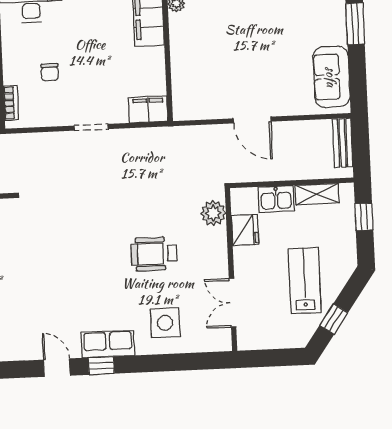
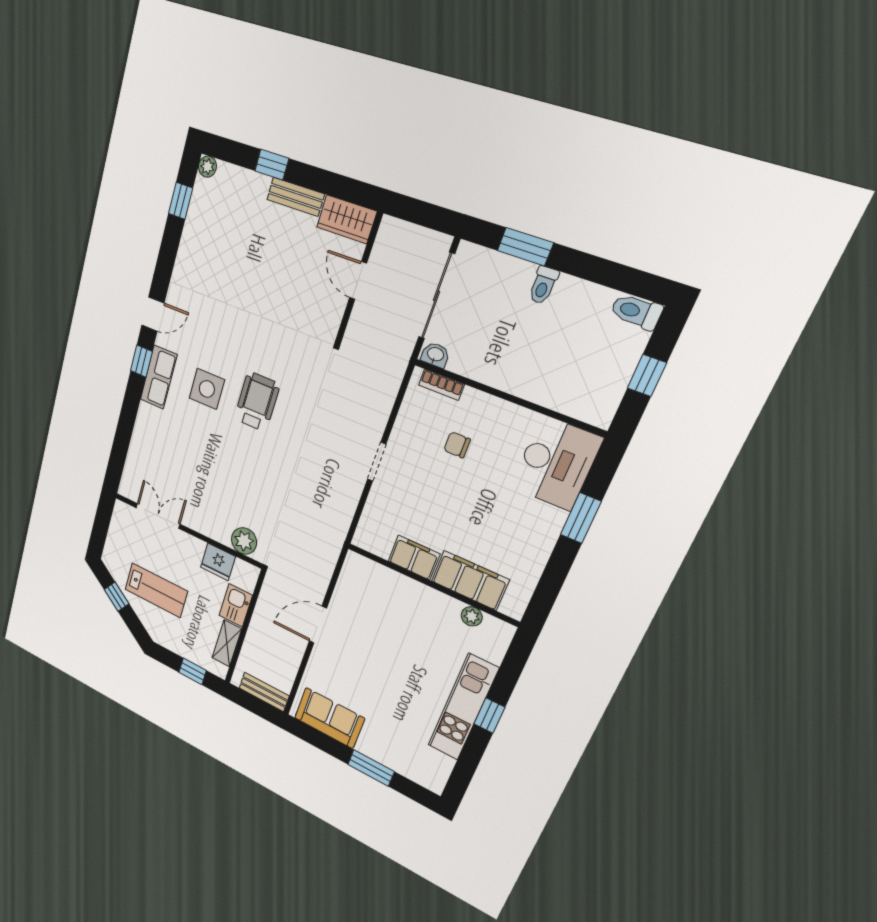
filing cabinet: (148, 109) -> (414, 558), moved, turned -90
wheelchair: (154, 254) -> (257, 402), moved
side table: (165, 323) -> (207, 389), moved

